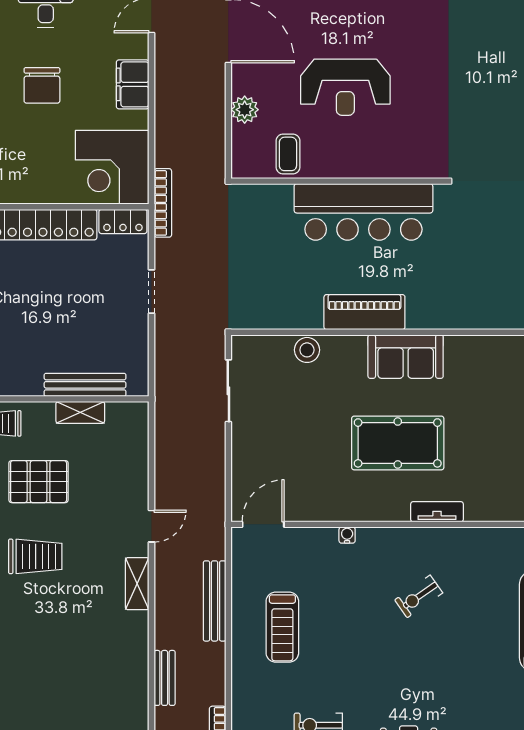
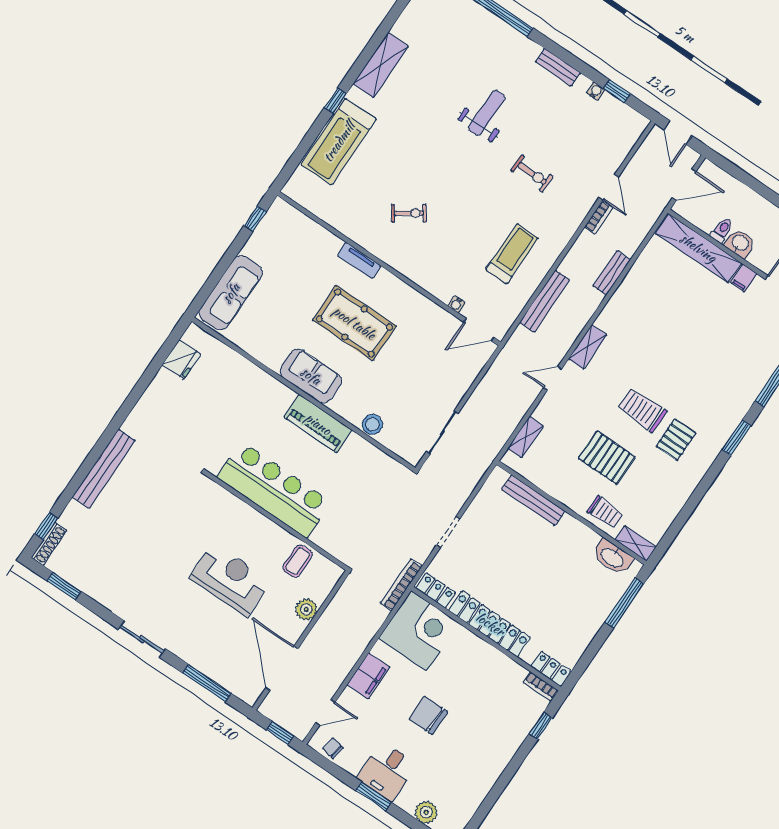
chair: (42, 85) -> (428, 716), turned -90
shelving: (80, 412) -> (526, 437), moved, turned 90
water cooler: (347, 535) -> (456, 304), moved

